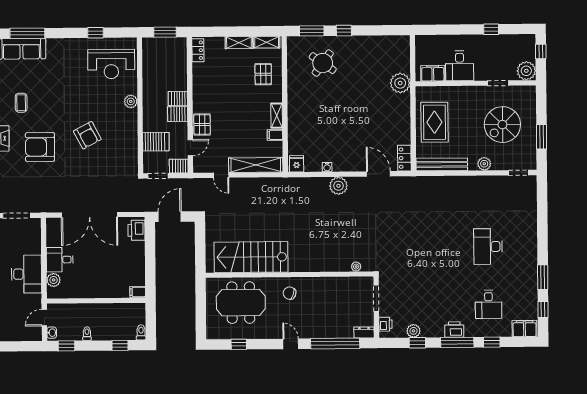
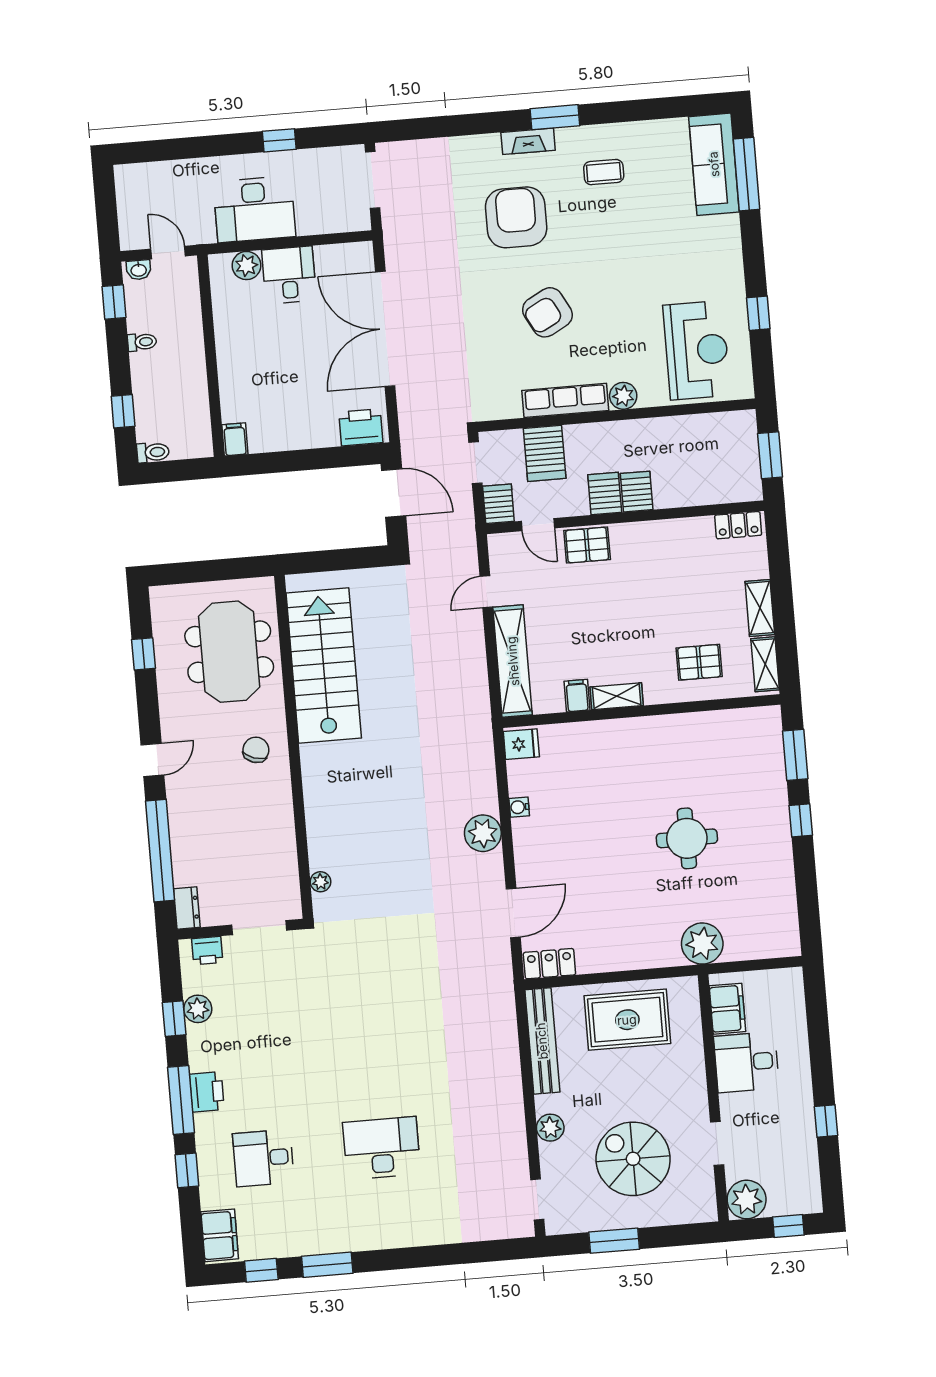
round table: (323, 63) -> (687, 838), moved, turned -35
reception desk: (111, 64) -> (697, 350), turned 180
row of seats: (131, 130) -> (565, 400), added

